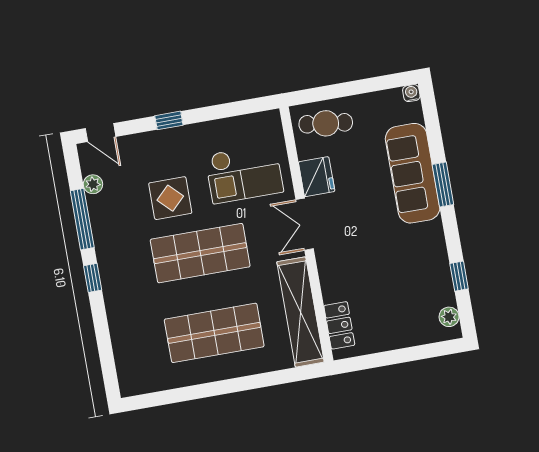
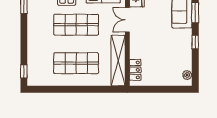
window: (459, 276) -> (195, 42), moved
window: (93, 278) -> (24, 71), moved

